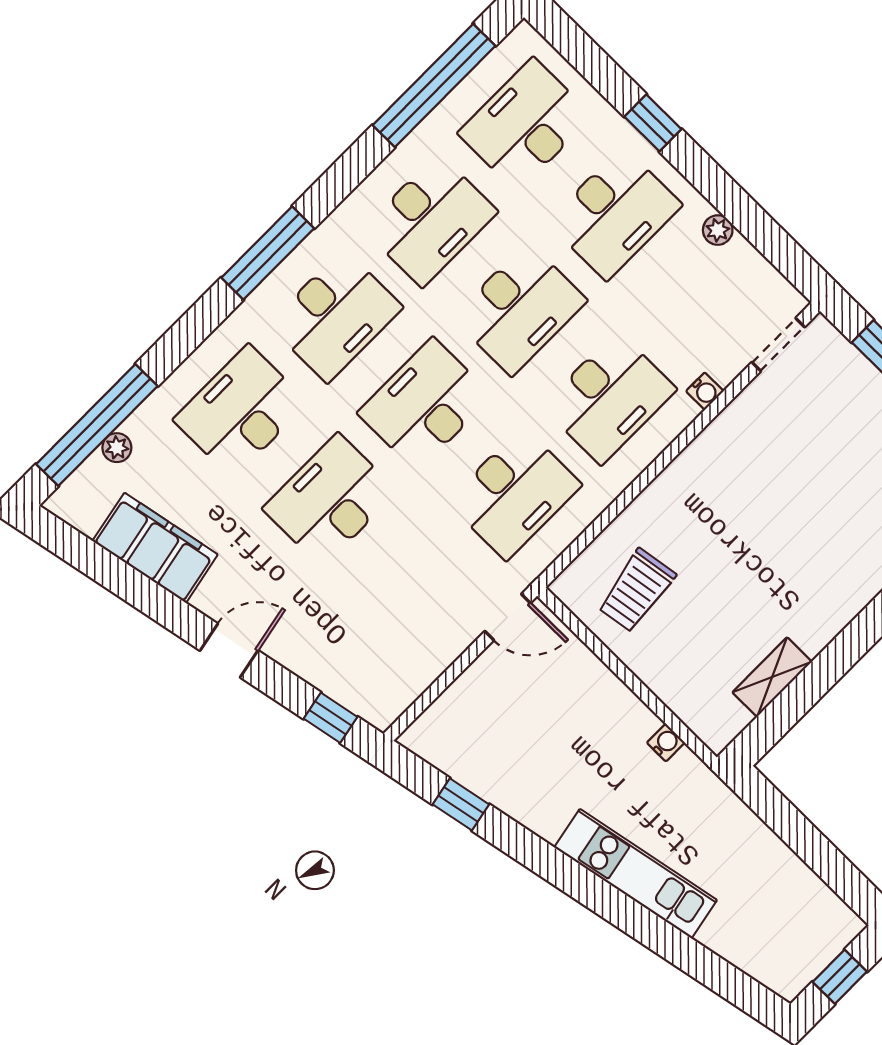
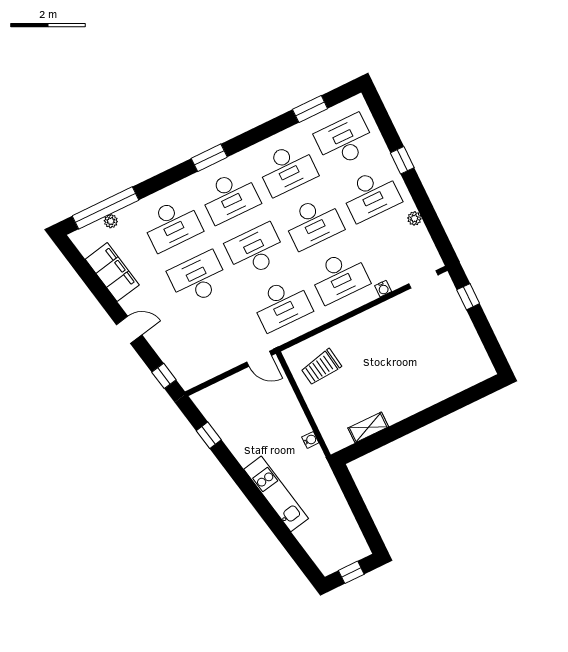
window: (434, 86) -> (310, 109), width x0.47
window: (268, 253) -> (209, 158), width x0.69
desk: (241, 411) -> (172, 224), turned 180

